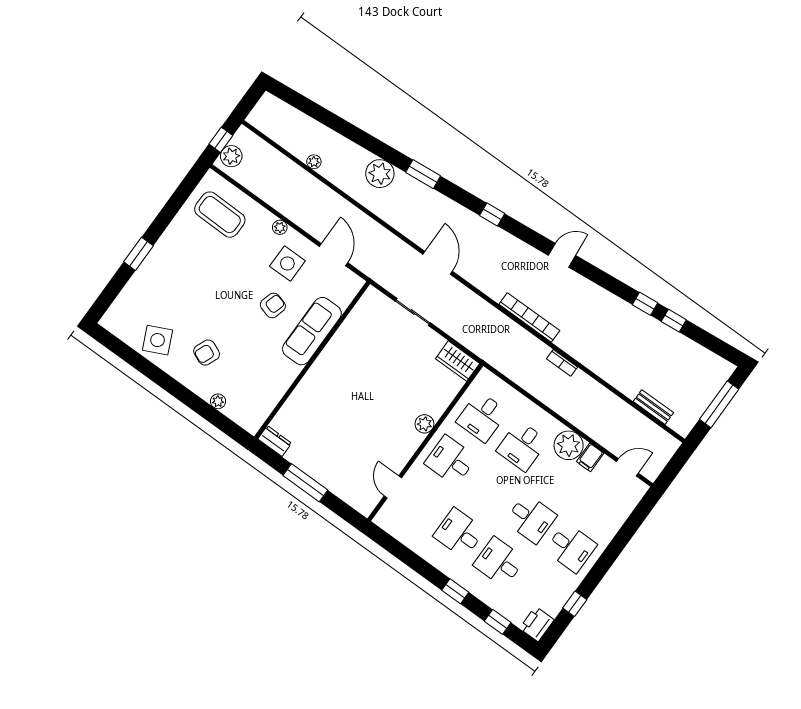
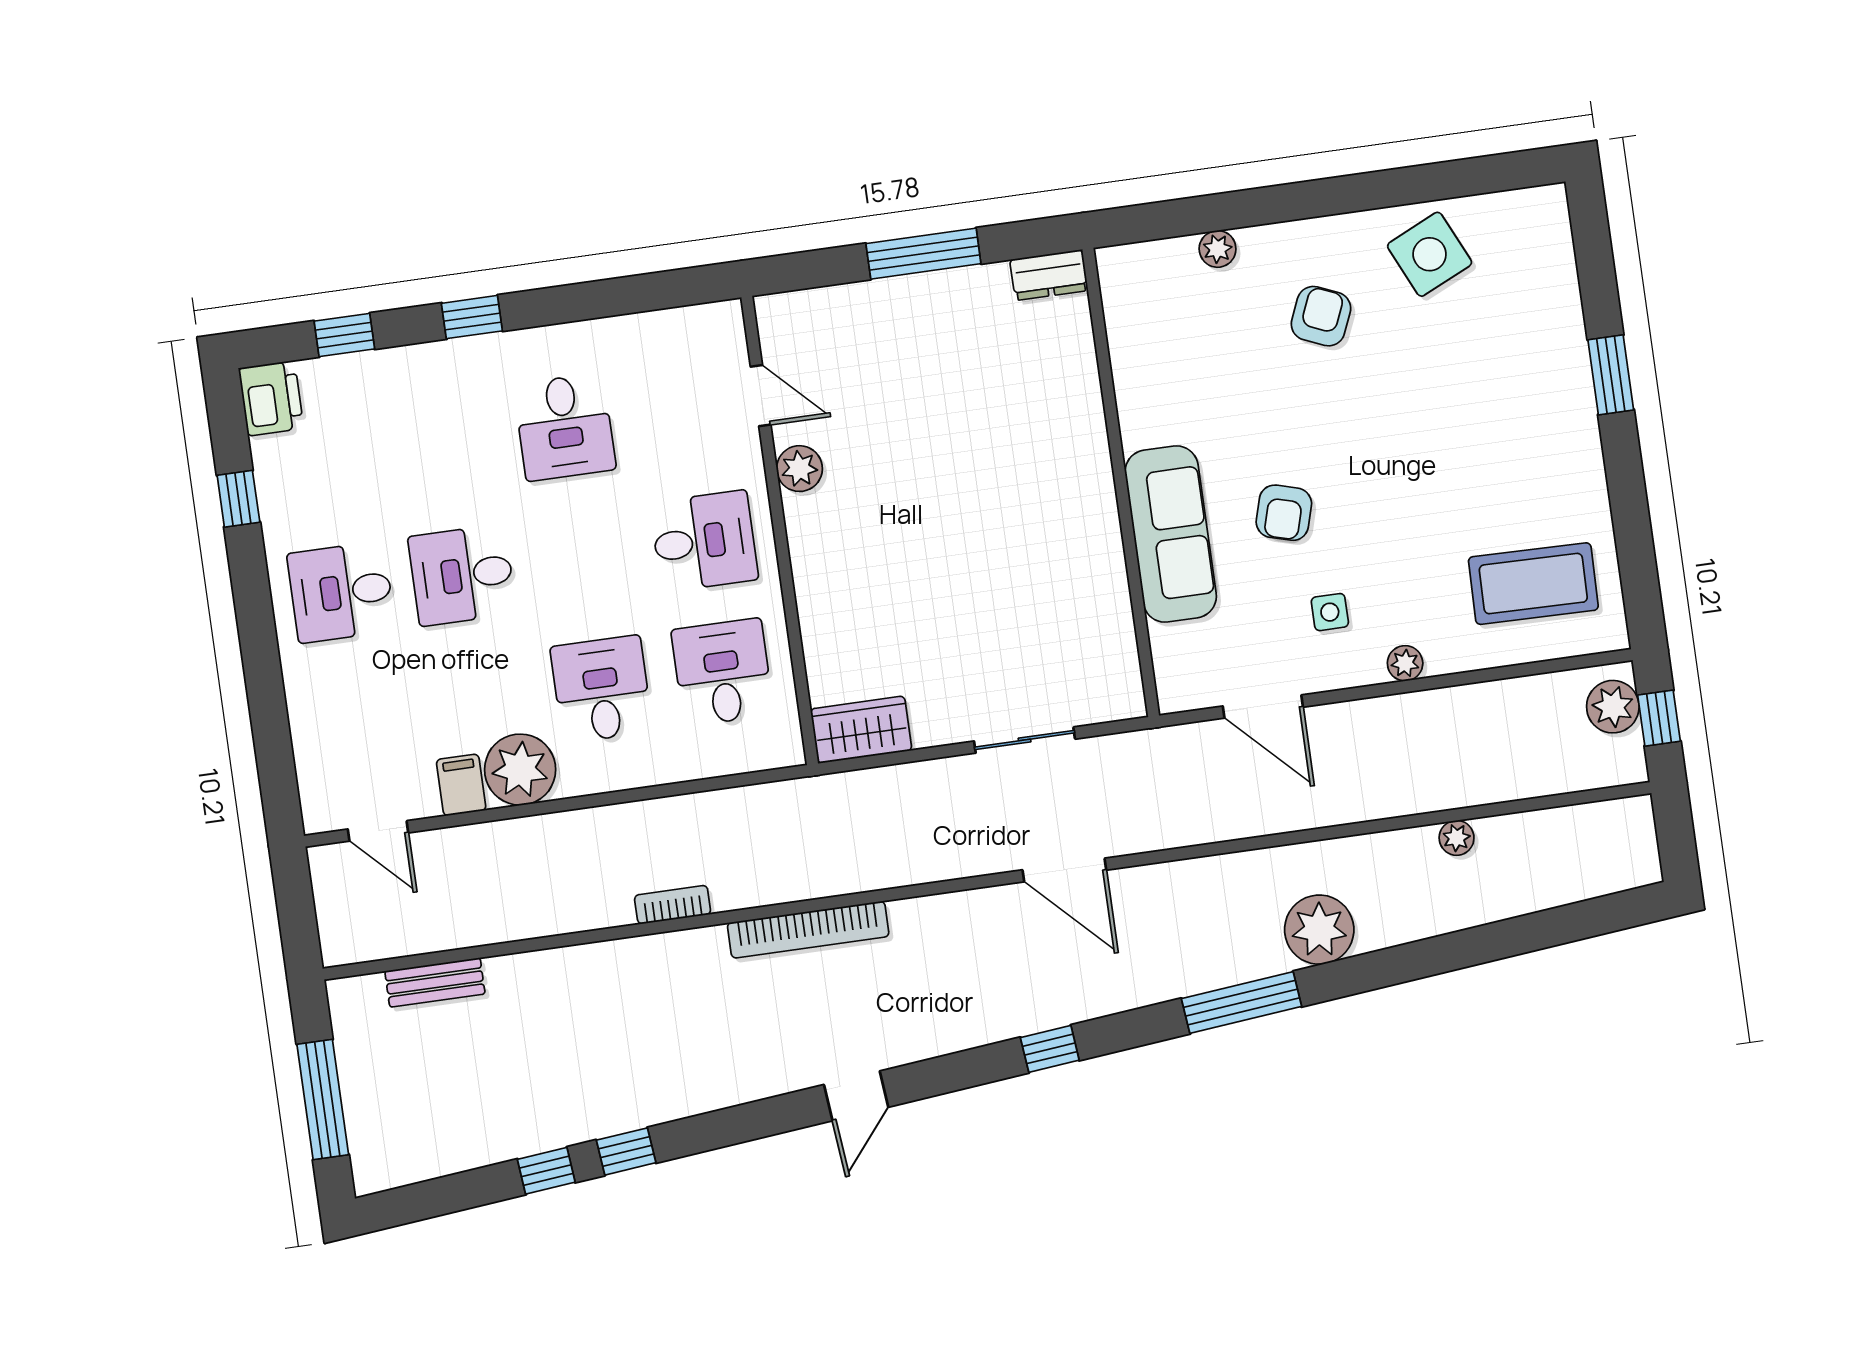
window: (423, 174) -> (1242, 1003), width x1.44
side table: (287, 263) -> (1330, 612), width x0.54, depth x0.54
plant: (424, 424) -> (799, 469), moved
door: (627, 467) -> (378, 831), hinge flipped
desk: (459, 533) -> (565, 427), turned 90
desk: (499, 562) -> (444, 444), removed

